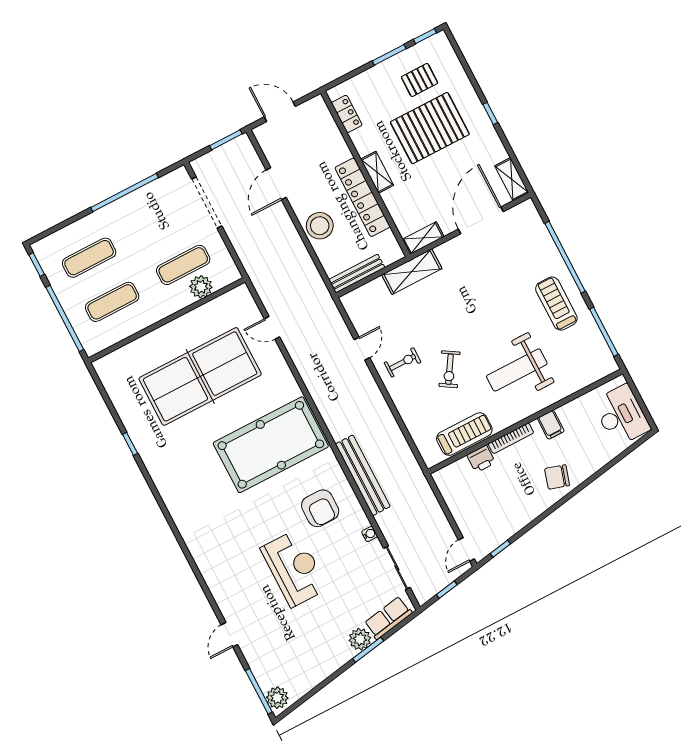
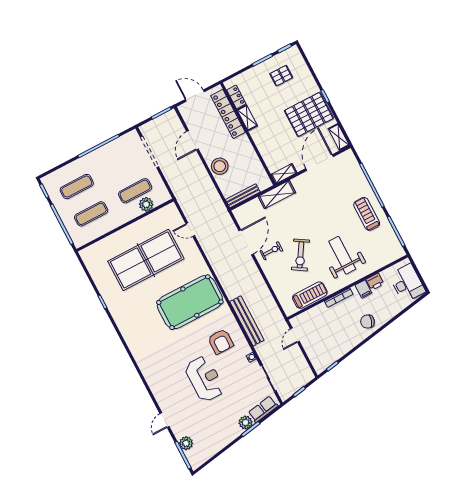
pallet: (430, 128) -> (309, 114), moved
shelving: (377, 172) -> (247, 118), moved
locker: (362, 197) -> (228, 114), moved
door: (362, 349) -> (246, 242), width x1.87
exercise bike: (449, 369) -> (300, 255), width x1.38, depth x1.39
weight bench: (517, 370) -> (342, 255), turned 90
printer: (481, 459) -> (375, 282), moved
door: (466, 549) -> (295, 335), moved
plant: (277, 698) -> (186, 443), moved

